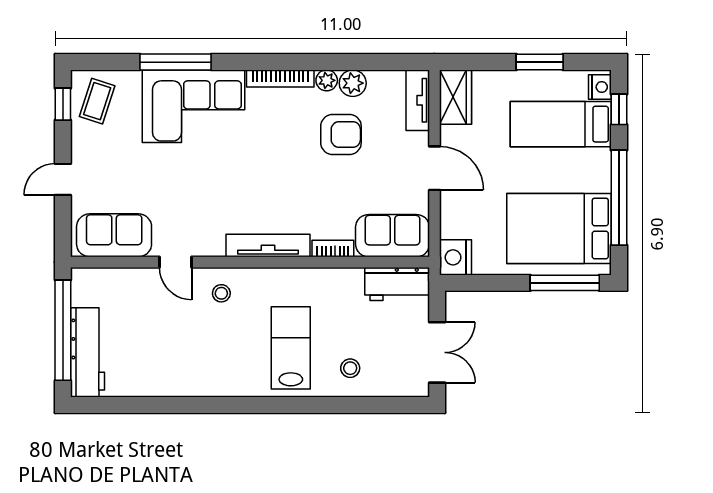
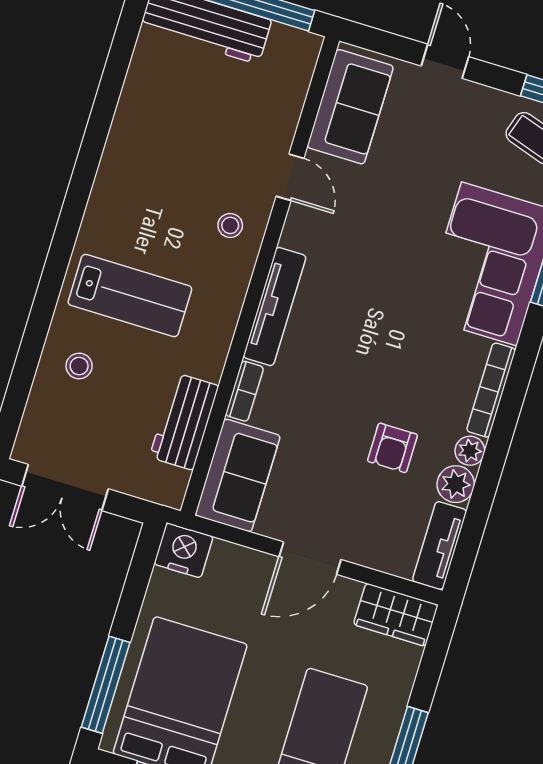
tv unit: (418, 100) -> (440, 546), moved, turned -90
armchair: (341, 134) -> (392, 448), width x0.72, depth x0.72
door: (175, 262) -> (290, 177), swing flipped
workbench: (397, 284) -> (184, 421), moved

